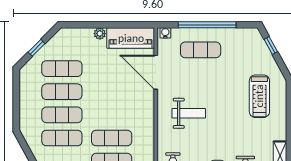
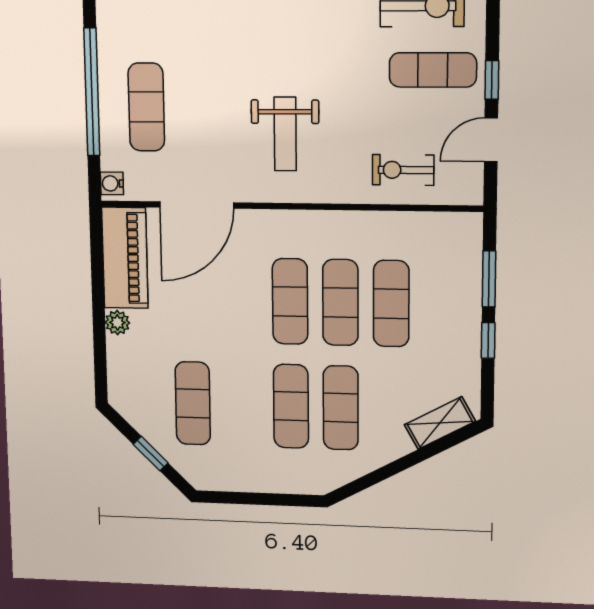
exercise mat: (62, 92) -> (290, 301), moved
weight bench: (189, 113) -> (285, 134), turned 180

